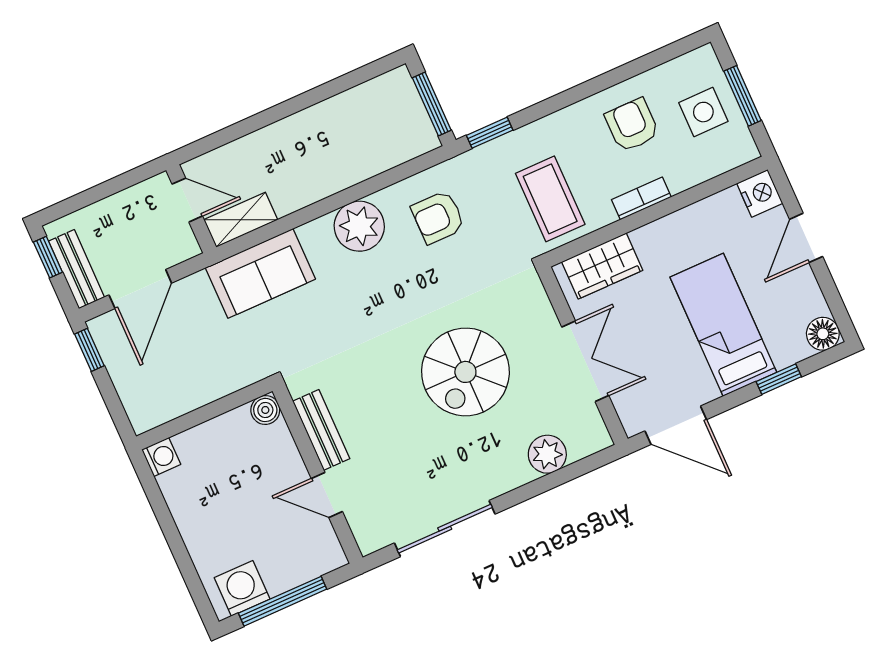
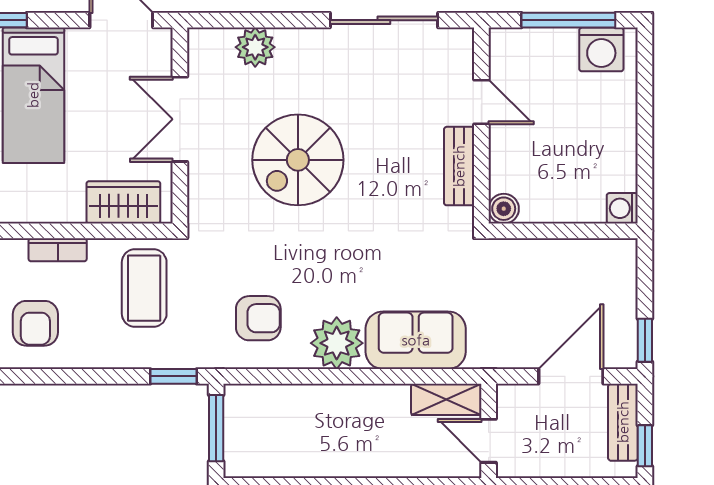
sofa: (260, 273) -> (416, 340), moved
spiral stairs: (465, 372) -> (298, 160), turned 180

